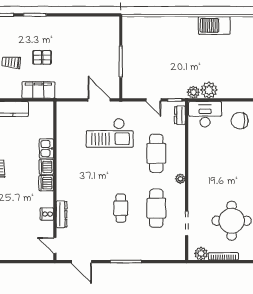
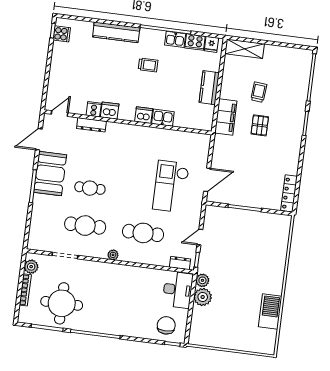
locker: (102, 22) -> (289, 193), added
dishwasher: (46, 183) -> (110, 111), moved
booth: (112, 247) -> (50, 174), added

